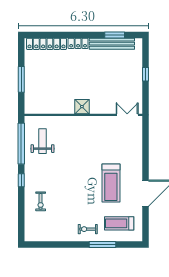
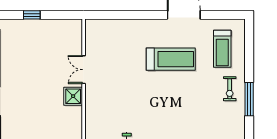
double door: (127, 115) -> (84, 70), moved
window: (103, 244) -> (249, 99), moved

